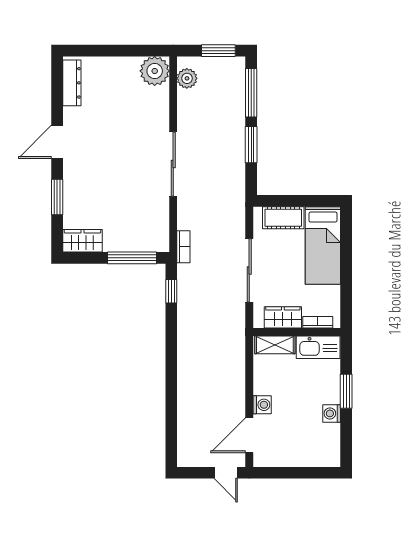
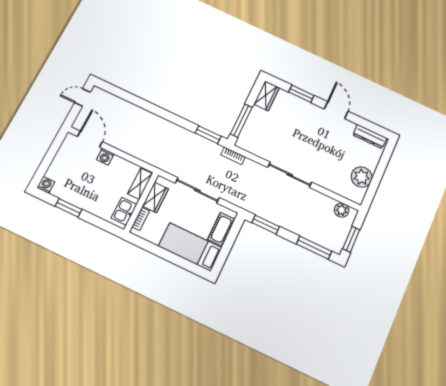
plant: (155, 71) -> (362, 177), moved
window: (251, 145) -> (266, 225), moved
window: (171, 291) -> (208, 135), width x1.50
kitchen sink: (318, 347) -> (124, 211), width x0.73
window: (346, 391) -> (68, 208), moved
washing machine: (332, 413) -> (46, 185), moved
door: (226, 473) -> (82, 97), moved

